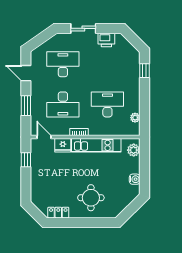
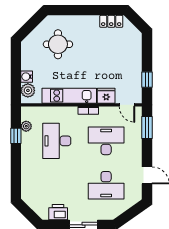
window: (144, 71) -> (16, 136), moved
desk: (107, 104) -> (57, 141), turned 90
window: (26, 106) -> (147, 128), moved
water cooler: (135, 179) -> (27, 77), moved
round table: (91, 198) -> (58, 44), moved

